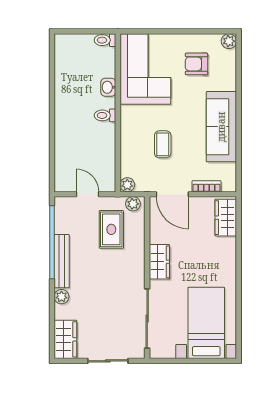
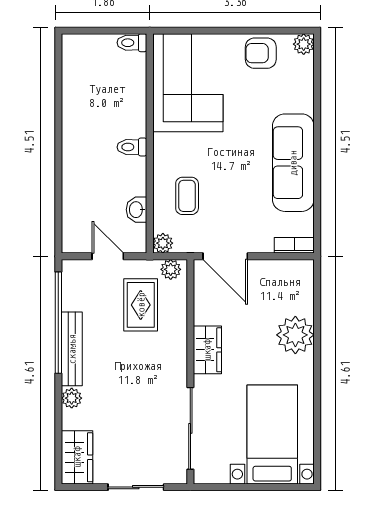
armchair: (196, 64) -> (261, 53), moved
washbasin: (108, 87) -> (136, 210), moved
coffee table: (163, 144) -> (187, 196), moved
bookcase: (206, 186) -> (294, 245), moved
wardrobe: (226, 218) -> (299, 289), removed
plant: (223, 251) -> (295, 335), added

